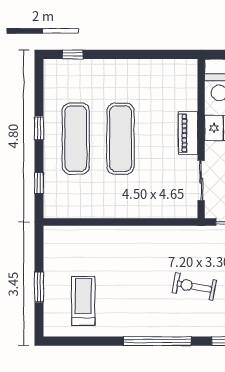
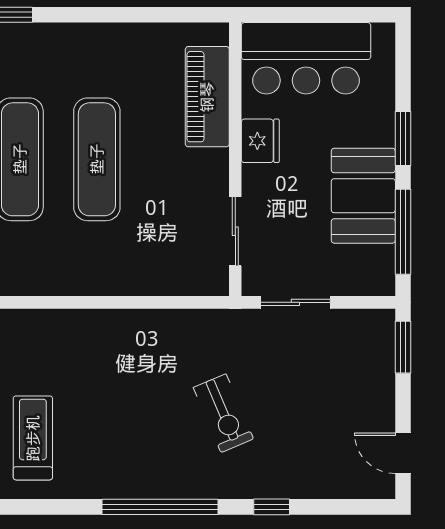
piano: (188, 133) -> (207, 97), moved, width x1.37, depth x1.33
exercise bike: (194, 287) -> (223, 413), turned -124

